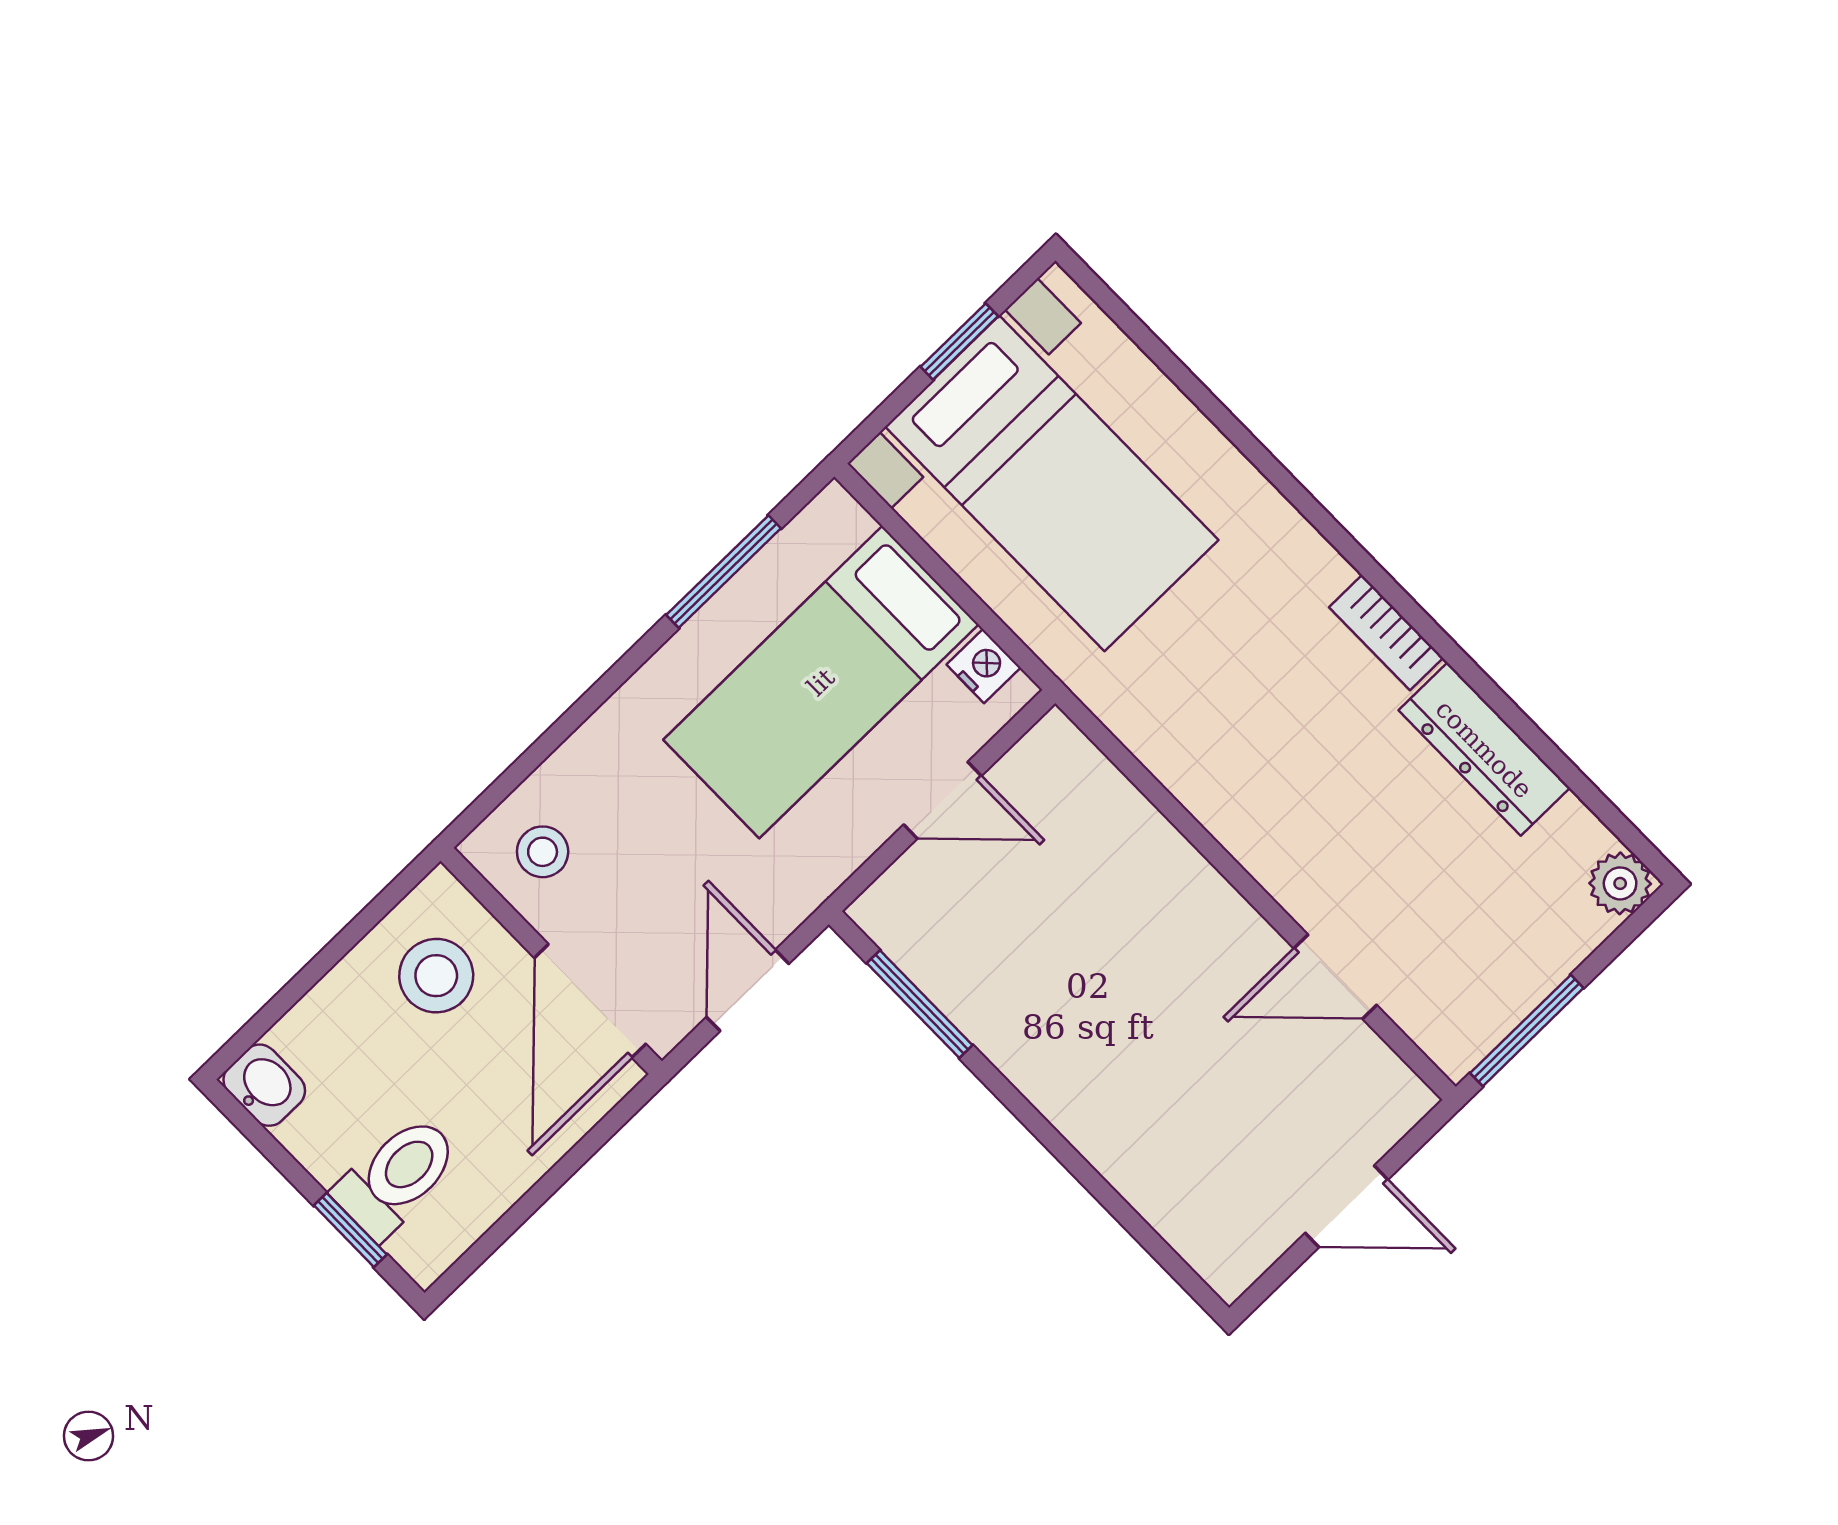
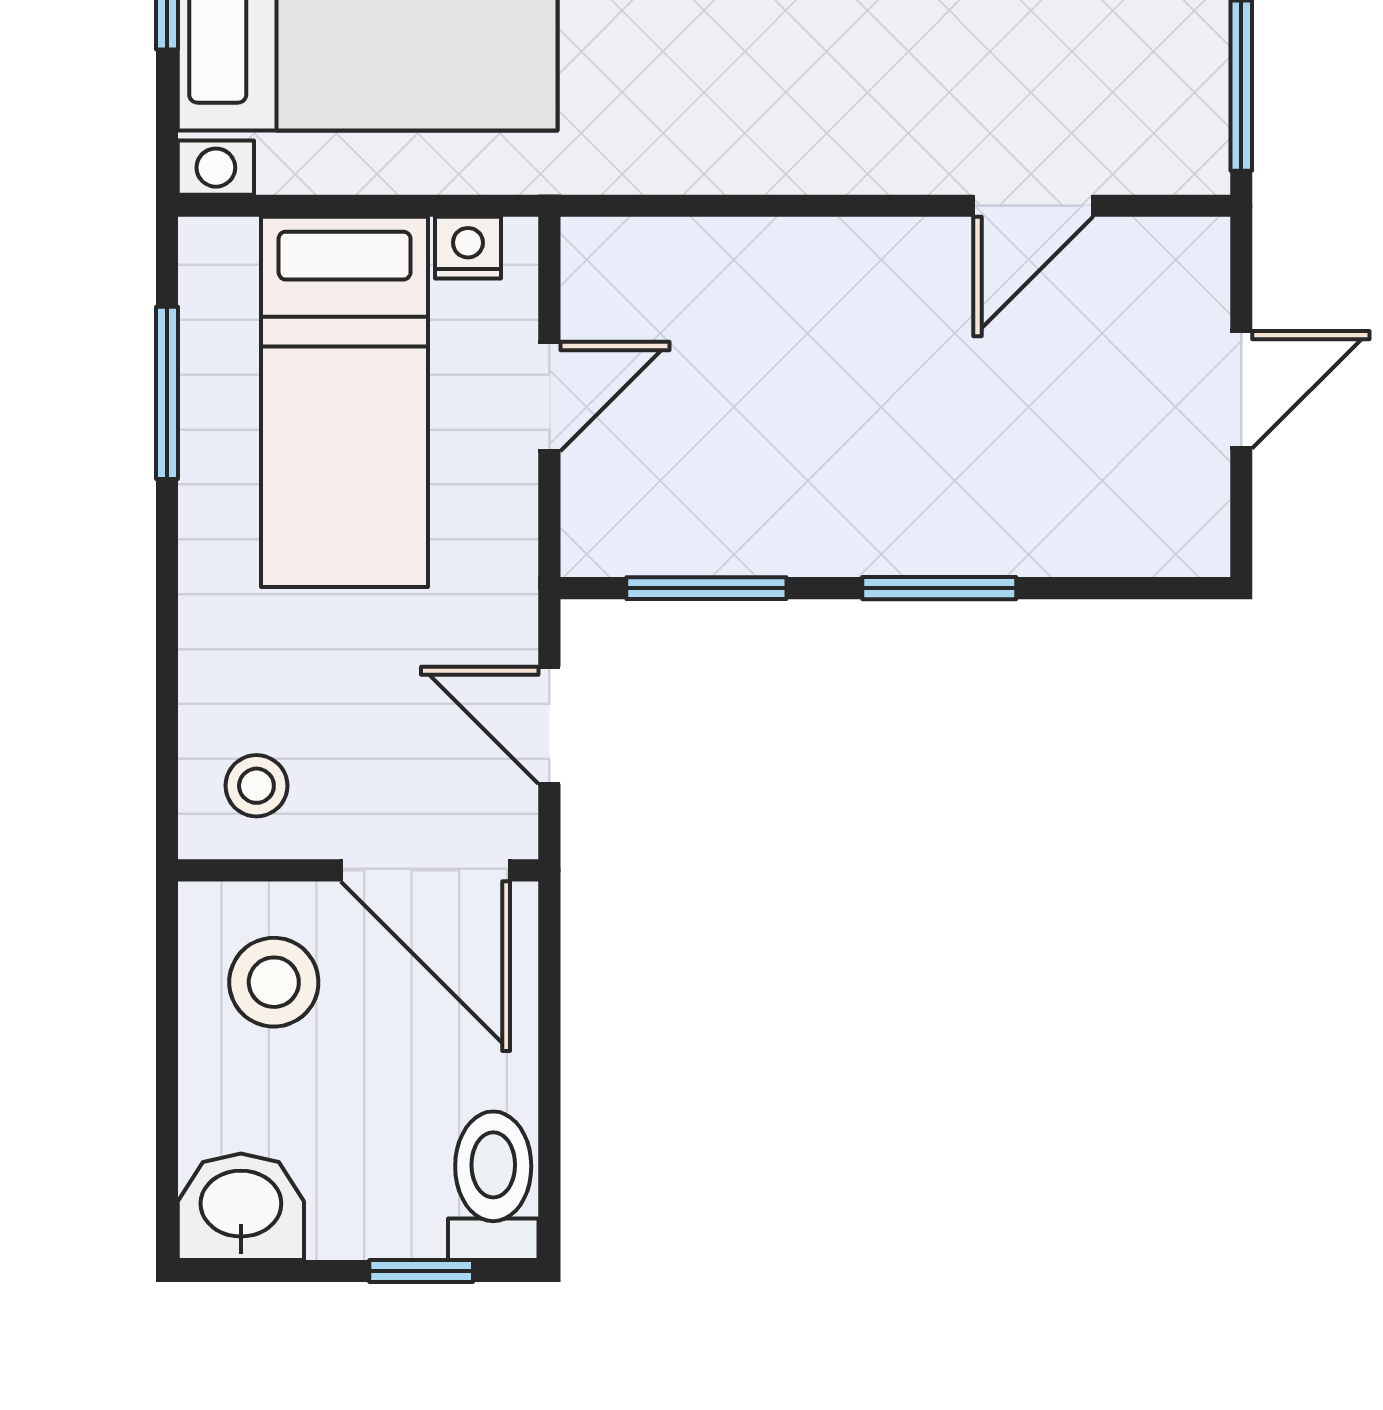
washbasin: (264, 1085) -> (241, 1207), width x1.38, depth x1.45
window: (1054, 1142) -> (939, 588), added
toilet: (397, 1177) -> (493, 1186), moved

